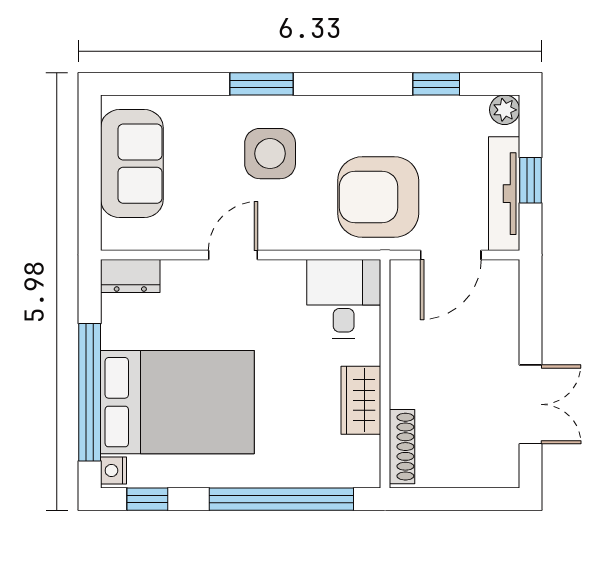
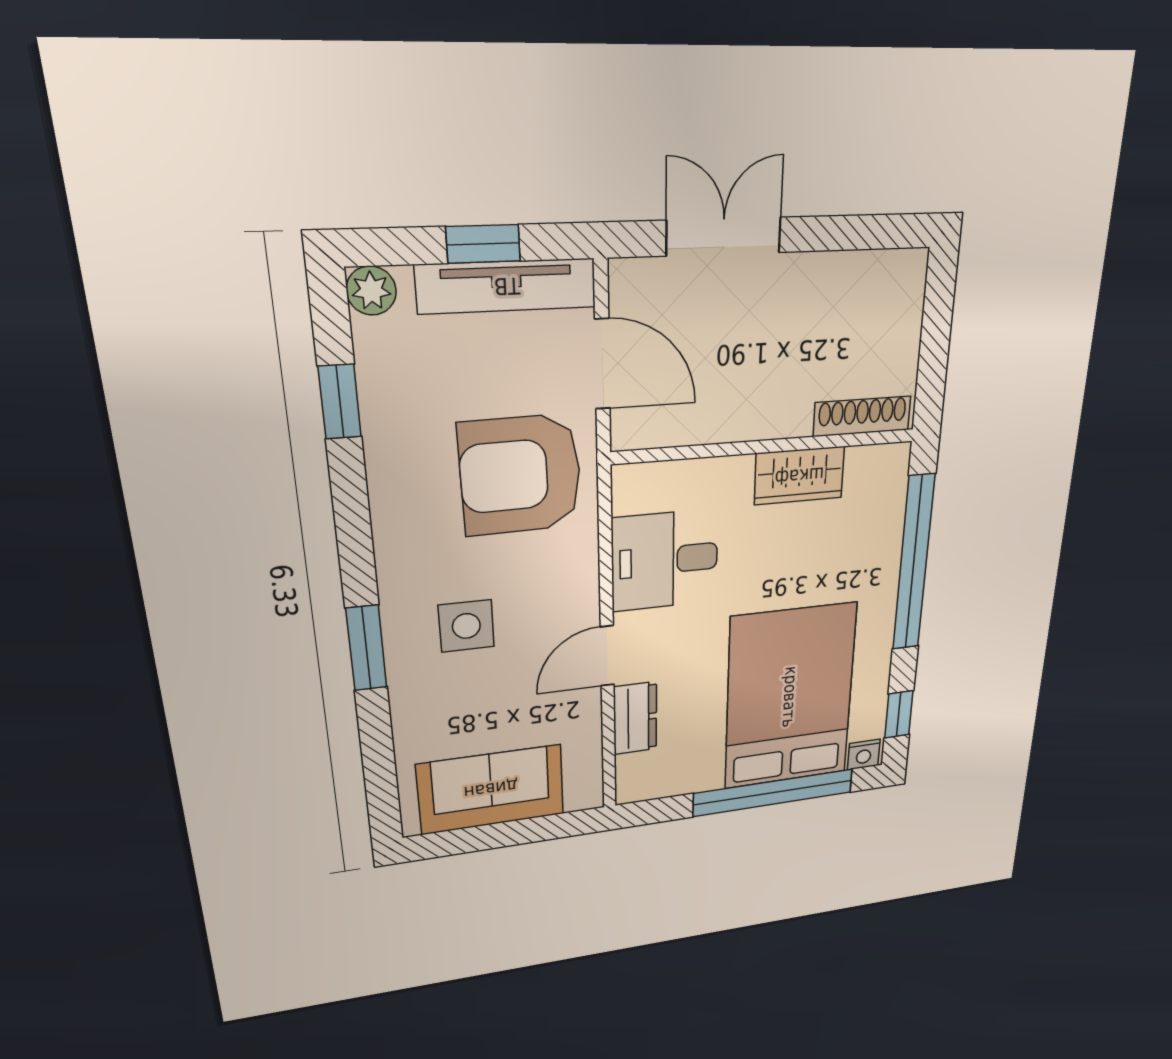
side table: (270, 154) -> (466, 626), width x0.73, depth x0.73
armchair: (378, 197) -> (521, 475), turned 89
door: (233, 255) -> (607, 656), hinge flipped
dresser: (130, 276) -> (635, 718), moved
desk: (344, 299) -> (665, 560), moved
double door: (530, 404) -> (724, 237), moved

